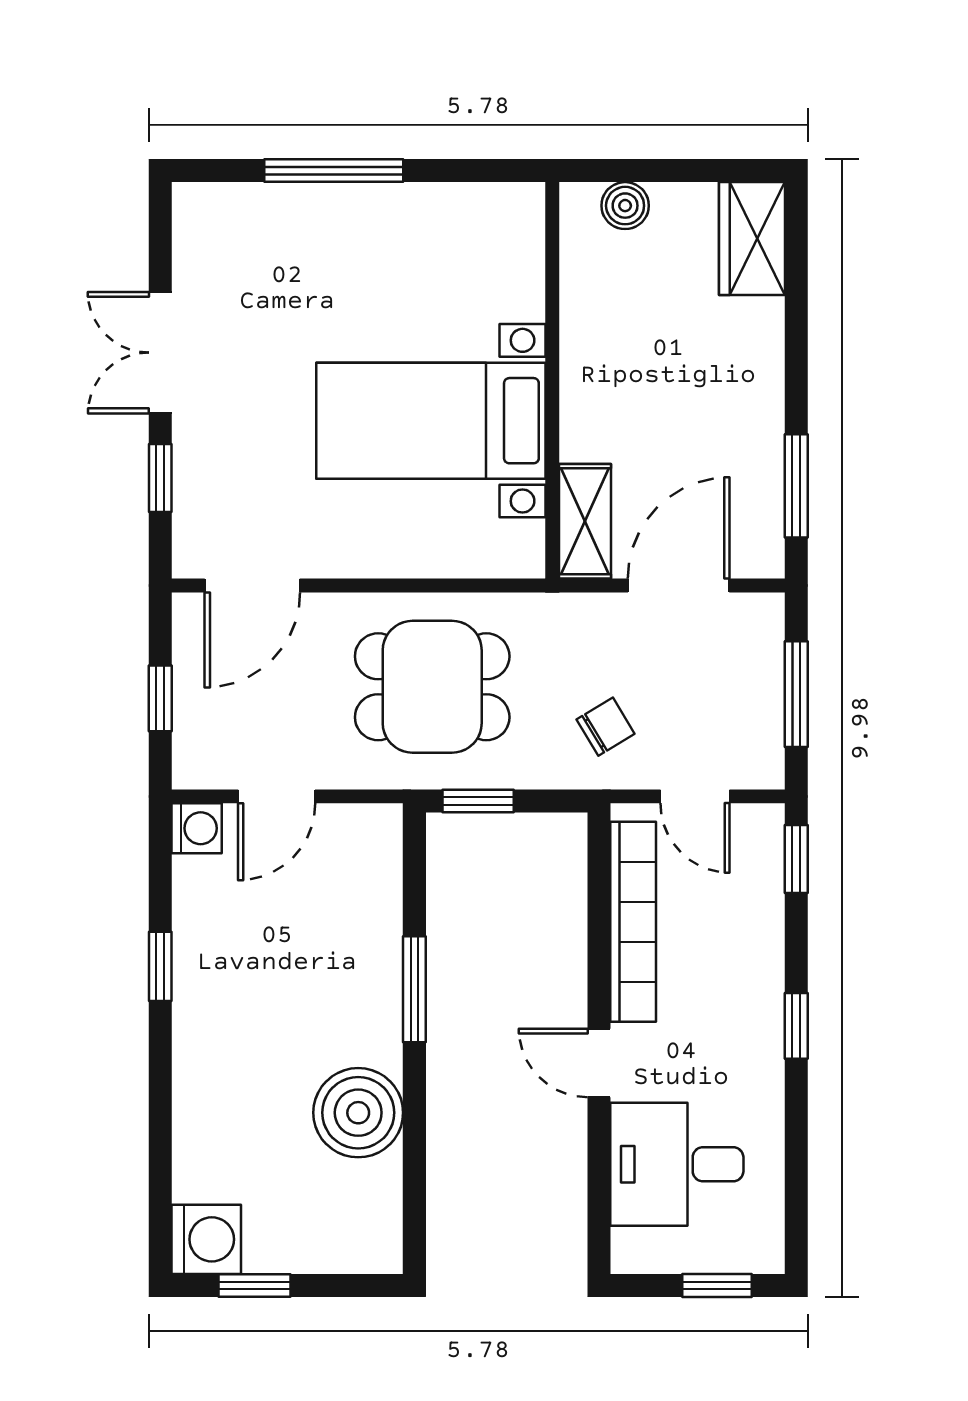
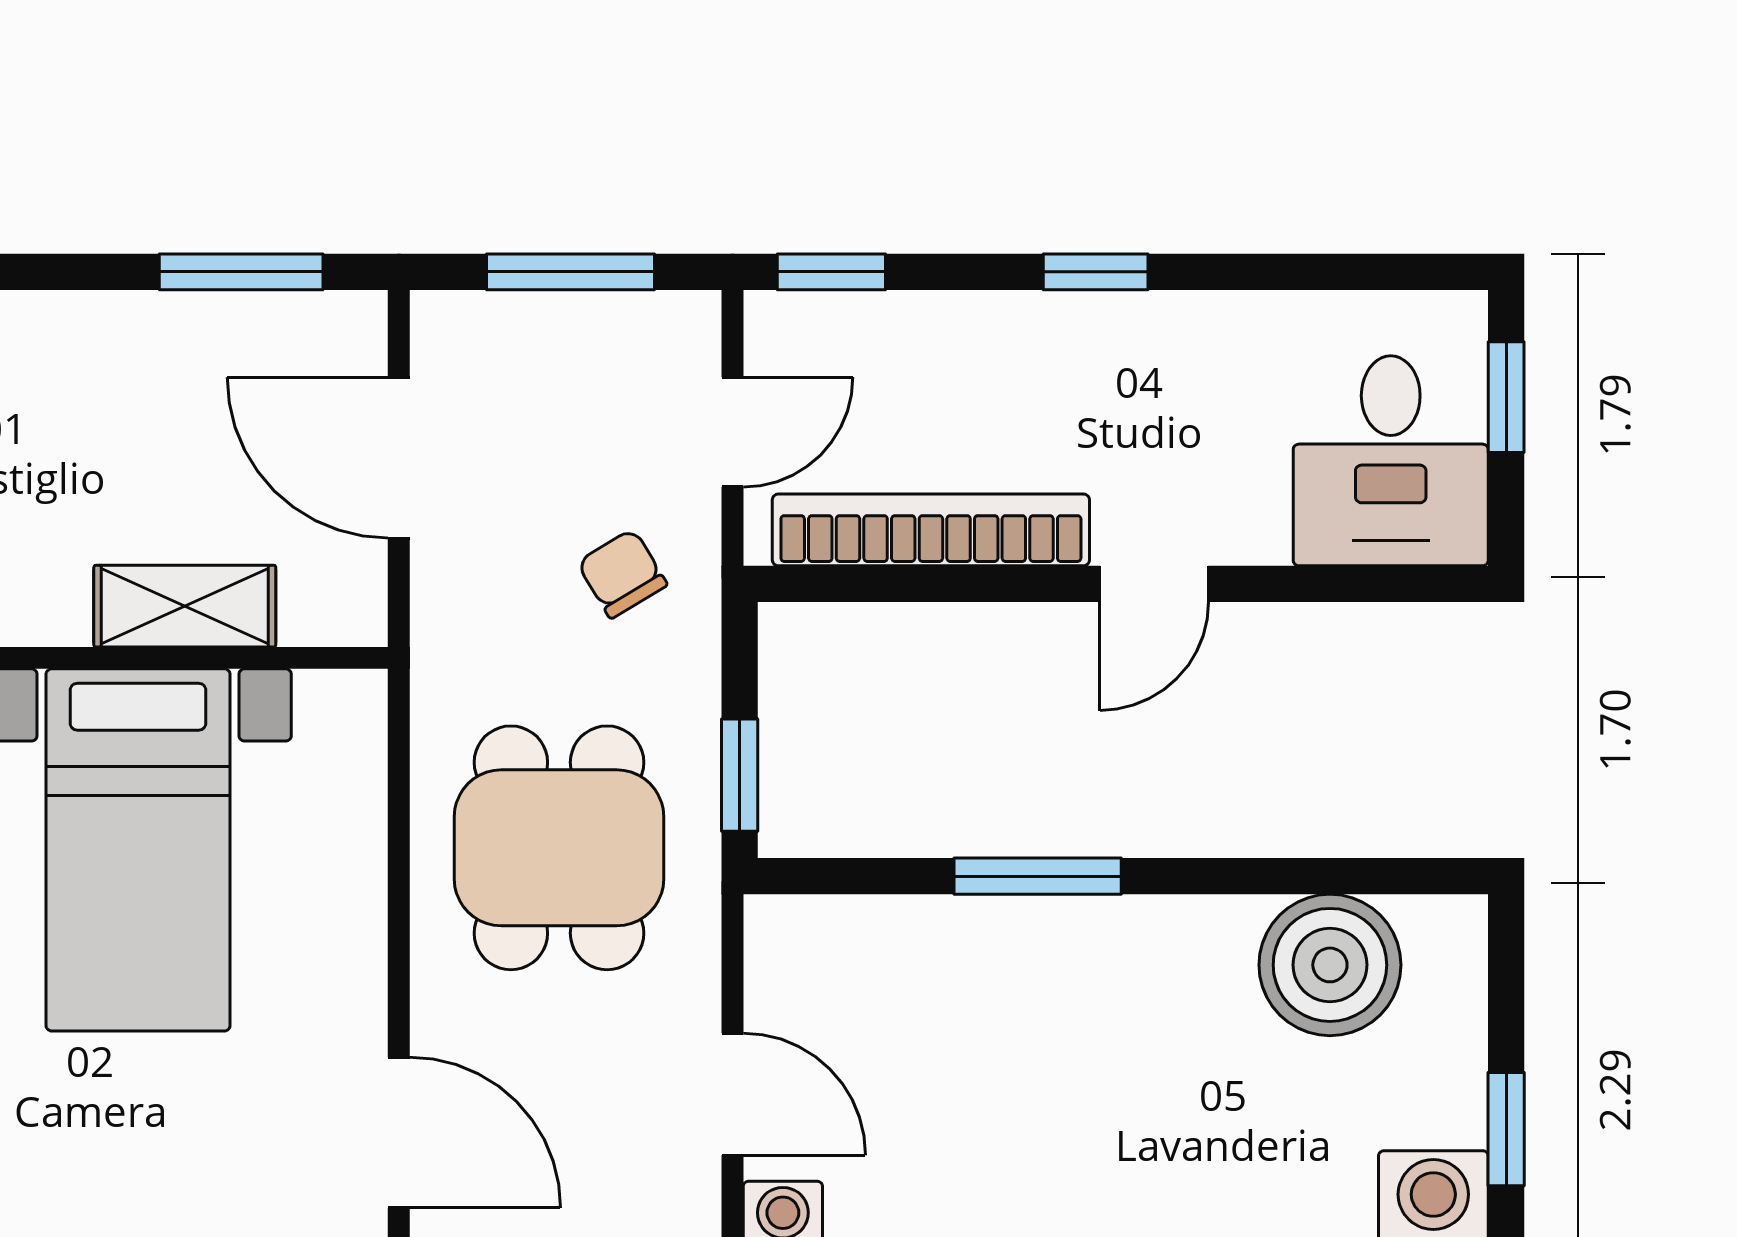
shelving: (585, 521) -> (185, 606), moved
boiler: (358, 1113) -> (1330, 965), moved
desk: (677, 1164) -> (1391, 461), moved

